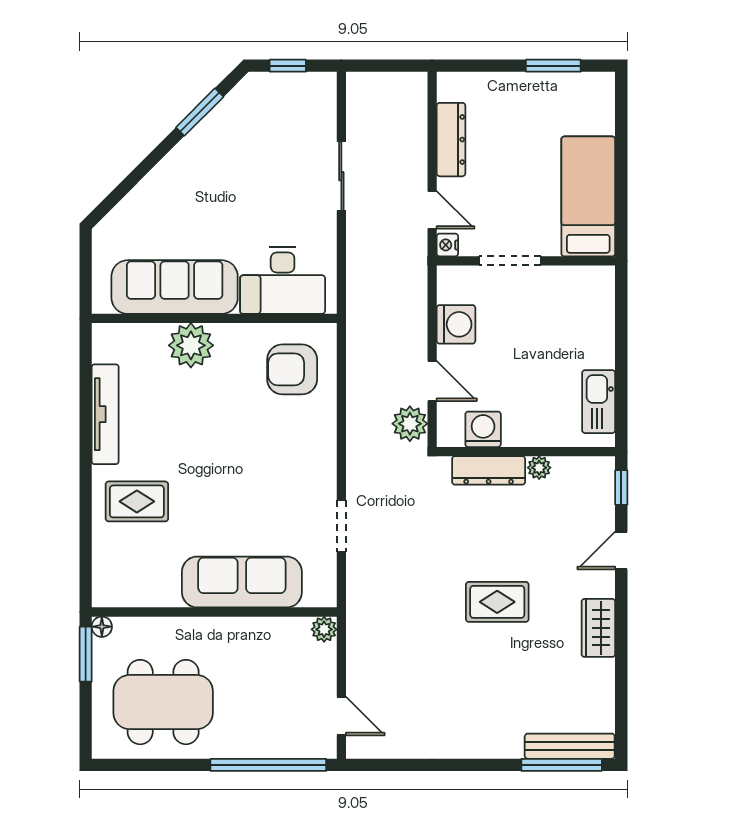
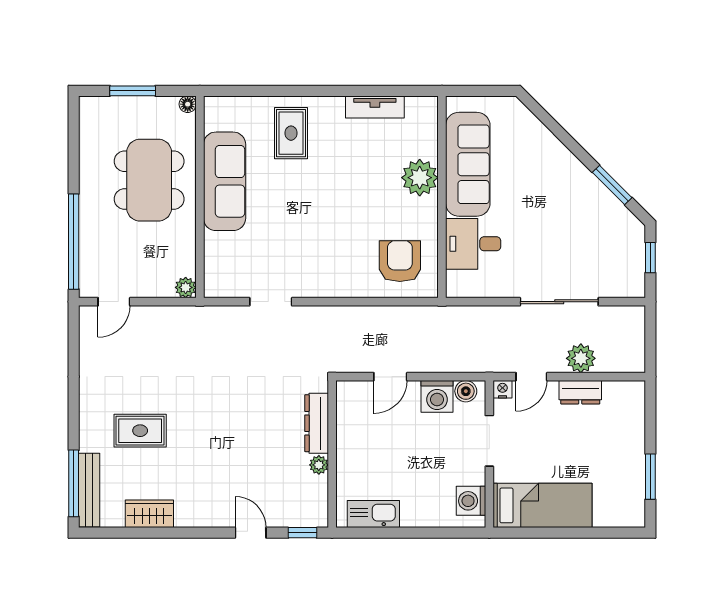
dresser: (451, 140) -> (580, 392), width x0.70
sliding door: (341, 176) -> (559, 302), width x1.37
desk: (283, 281) -> (473, 244), width x0.73
boiler: (450, 289) -> (466, 391), added
tv unit: (105, 414) -> (375, 107), width x0.71
plant: (410, 424) -> (581, 358), moved
washing machine: (483, 429) -> (471, 501), moved, turned 180
sofa: (242, 582) -> (225, 181), moved
rug: (497, 602) -> (140, 431), moved, turned 90
wardrobe: (598, 628) -> (149, 514), moved
window: (86, 654) -> (133, 91), moved
dining table: (163, 702) -> (149, 180), moved

